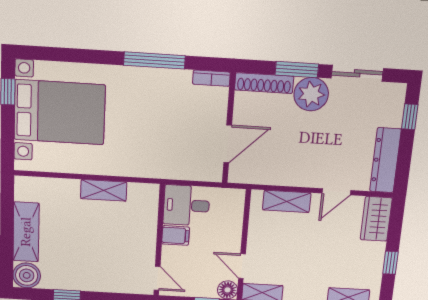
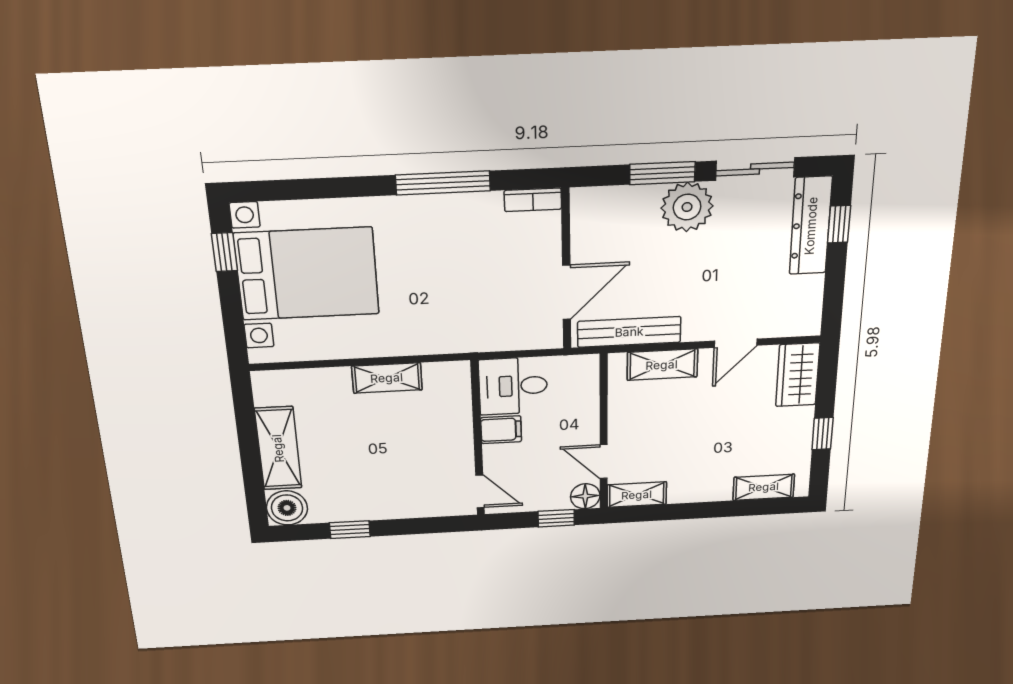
shoe rack: (264, 83) -> (614, 198), removed
dresser: (385, 160) -> (811, 226), moved
bench: (267, 176) -> (629, 332), added

